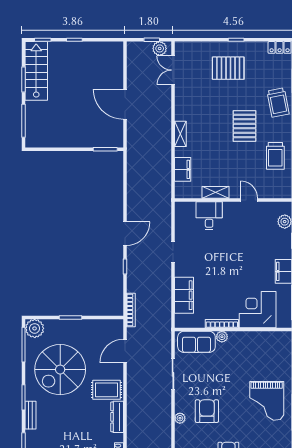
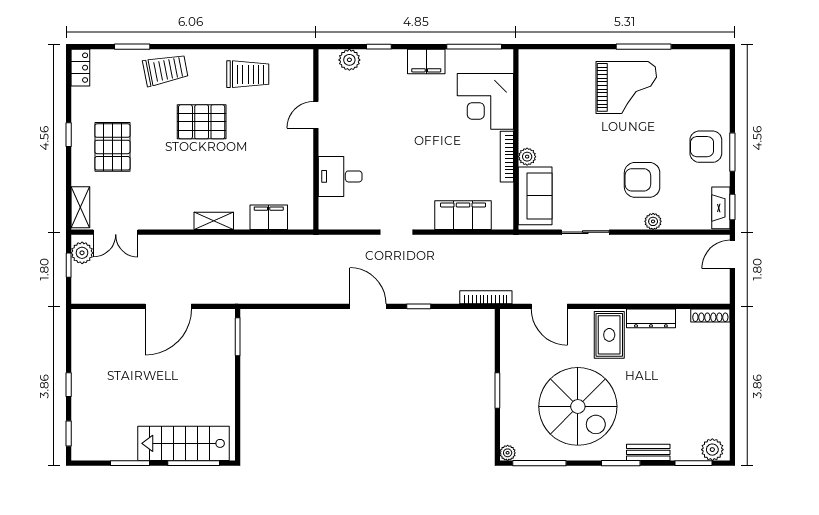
stairs: (36, 71) -> (184, 443), moved
shelving: (215, 192) -> (80, 207), moved
plant: (35, 328) -> (508, 453), width x0.53, depth x0.53

